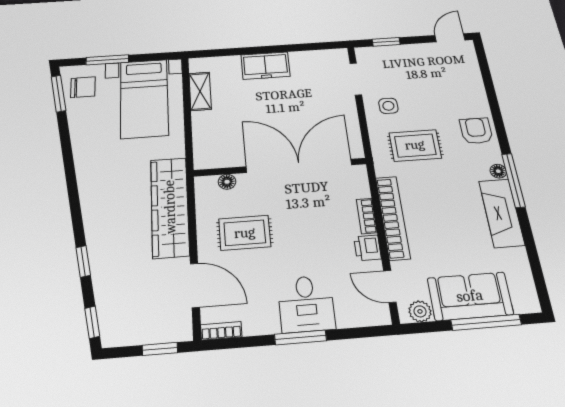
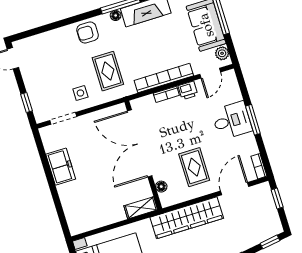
freezer: (265, 66) -> (61, 167), moved
shelving: (200, 91) -> (141, 208), moved

